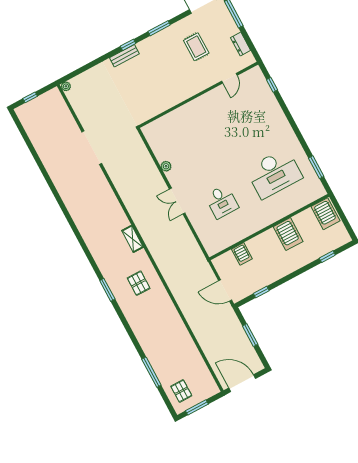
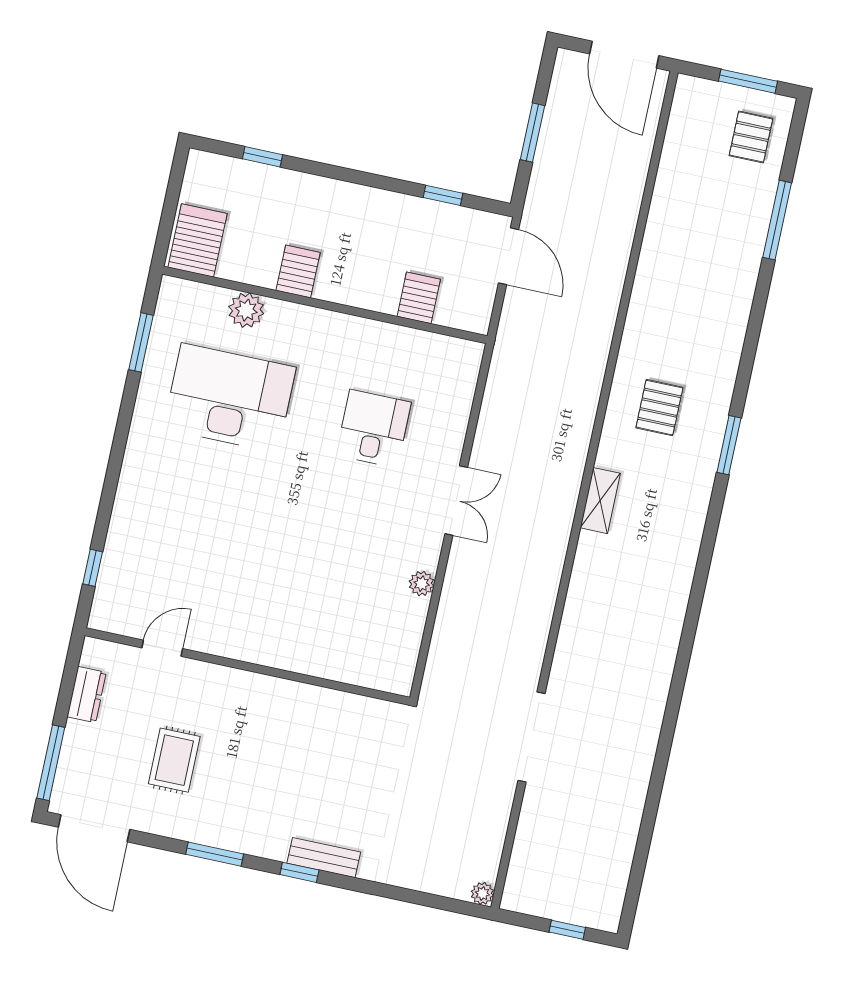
plant: (292, 205) -> (246, 310), added
server rack: (288, 234) -> (298, 272), width x0.73, depth x0.70

